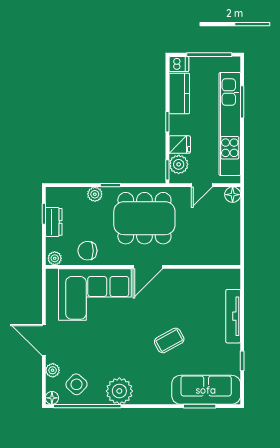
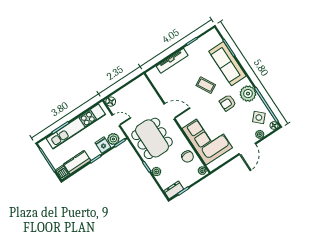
dresser: (54, 222) -> (174, 190), moved
door: (148, 267) -> (169, 111), moved
armchair: (125, 355) -> (228, 103), added
sofa: (206, 390) -> (227, 64), moved

